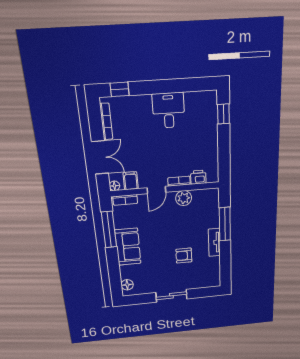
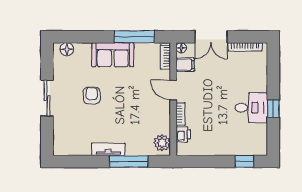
window: (120, 89) -> (273, 109), moved
plant: (184, 198) -> (162, 143), moved
armchair: (184, 256) -> (92, 96), moved

